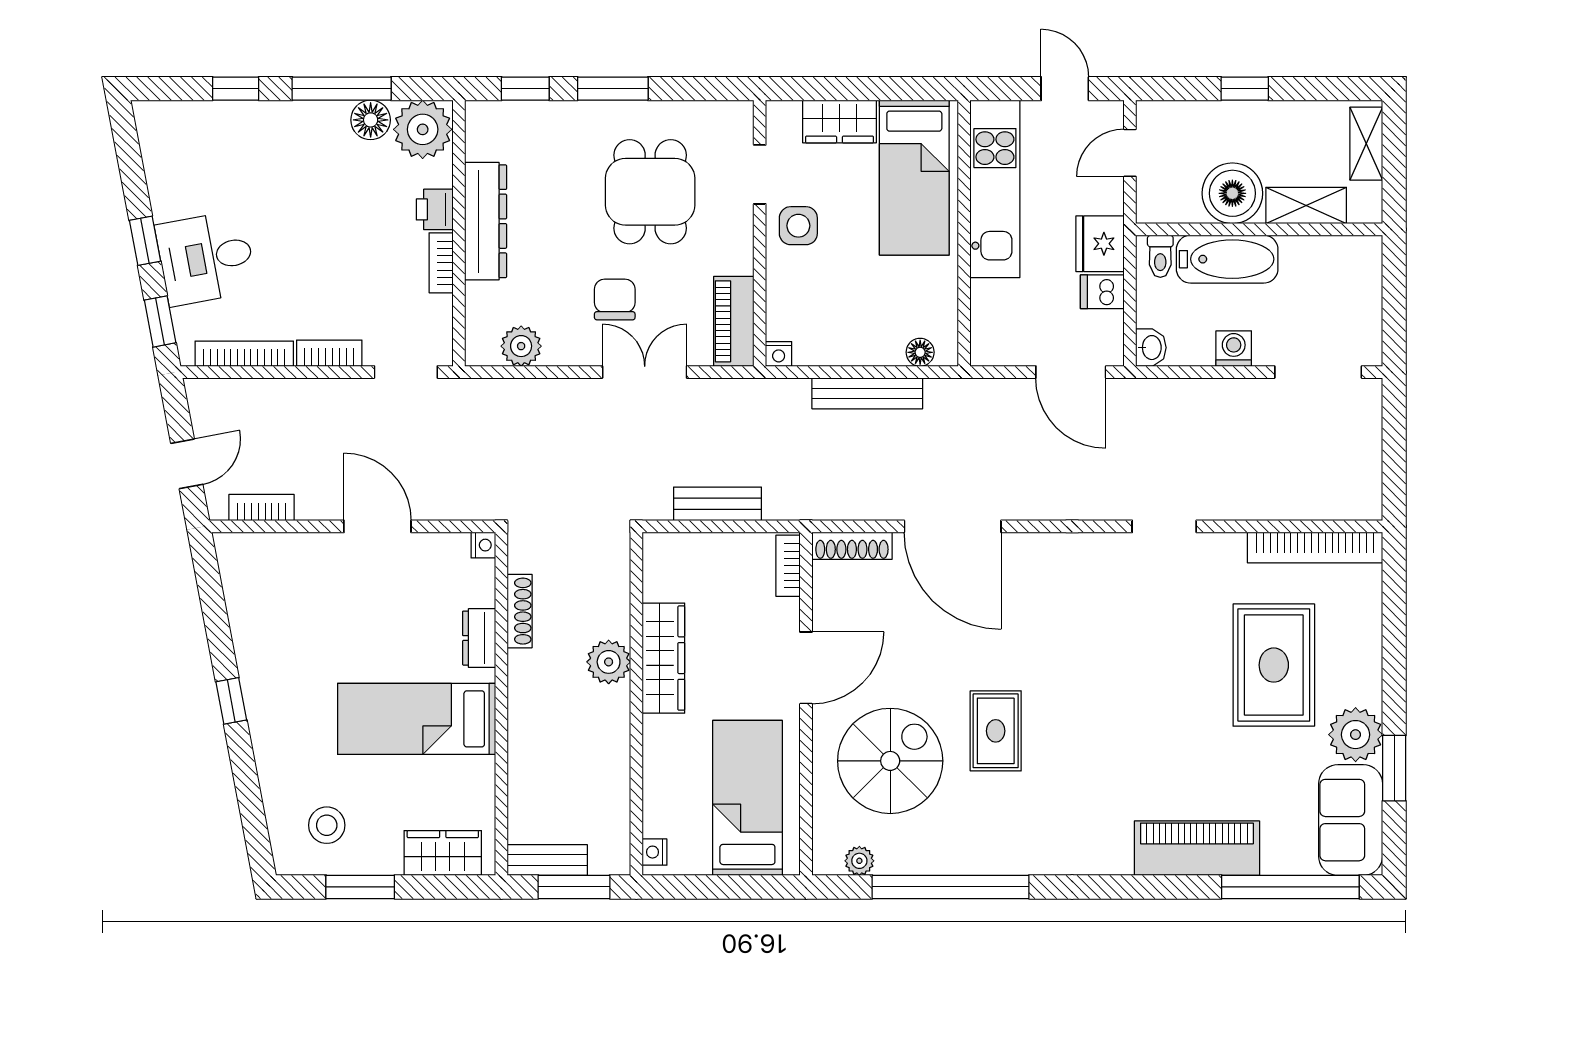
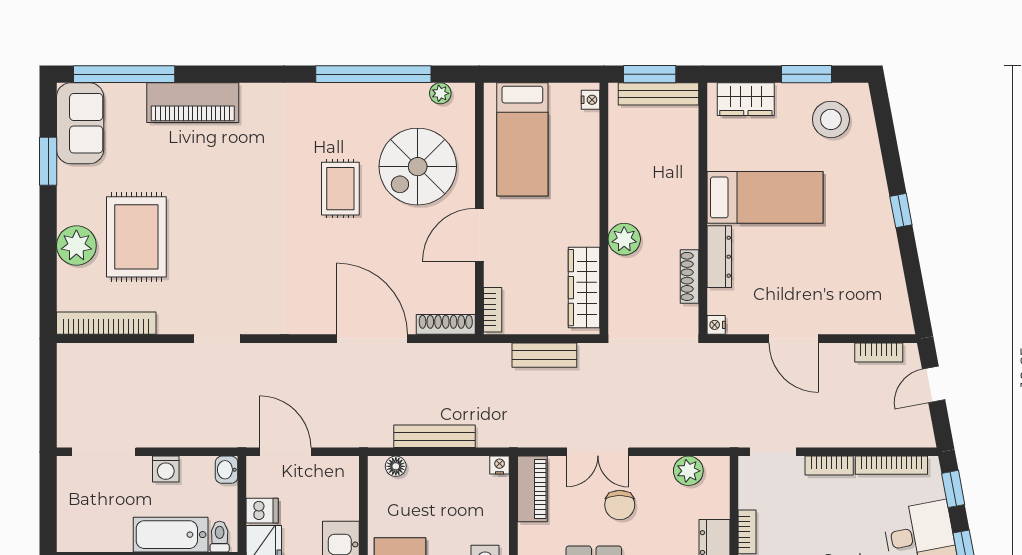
dresser: (479, 638) -> (719, 257), width x1.44
wardrobe: (663, 658) -> (584, 288), moved
plant: (1356, 735) -> (76, 246), moved
stool: (327, 825) -> (831, 119), width x1.38, depth x1.38
bench: (547, 860) -> (658, 94), width x1.36

